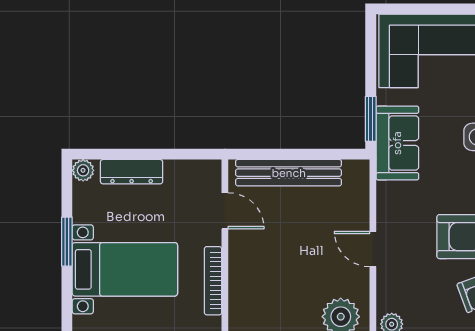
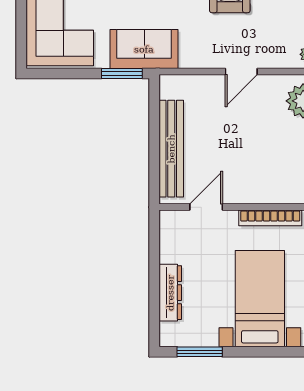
plant: (83, 170) -> (169, 337), removed
window: (67, 242) -> (200, 352), moved

